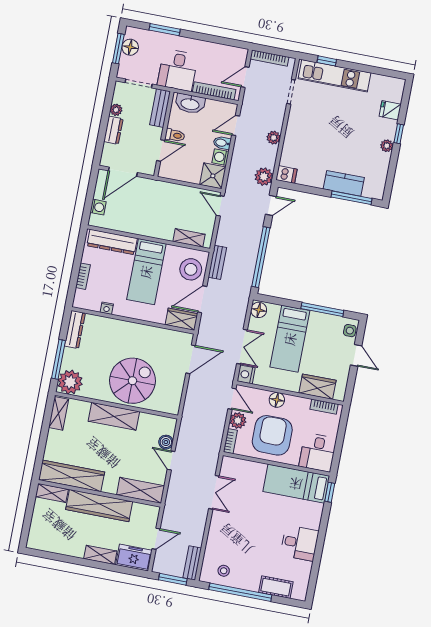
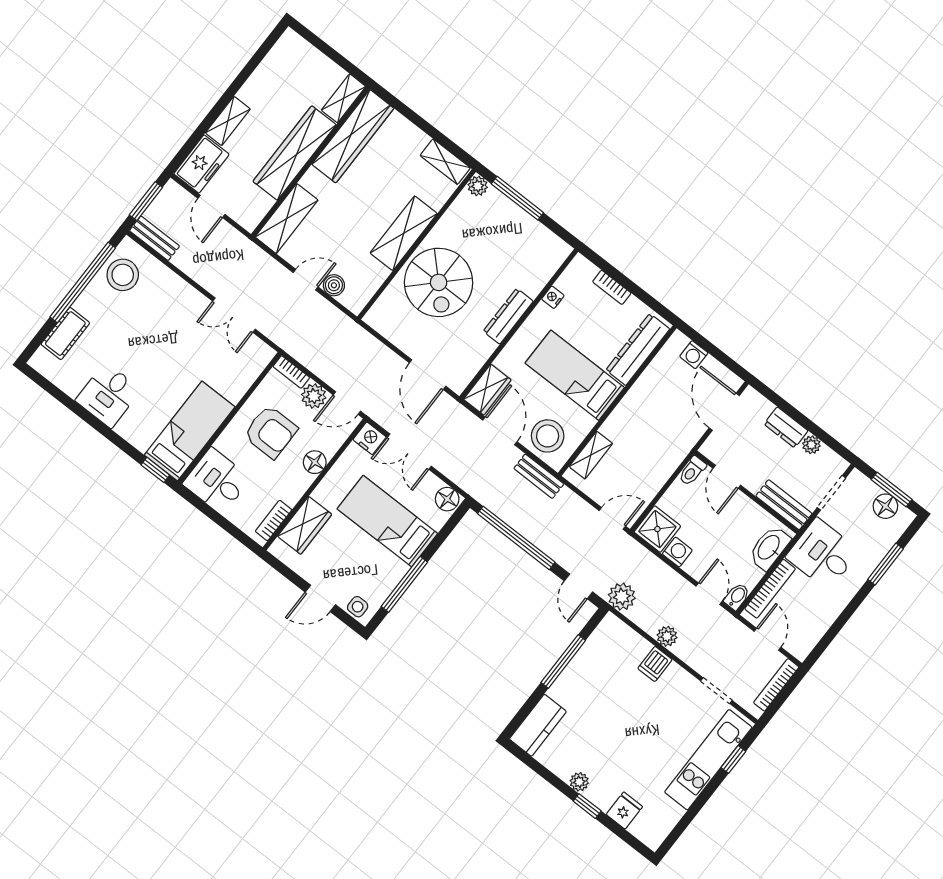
toilet: (175, 135) -> (692, 471), moved
bidet: (222, 143) -> (737, 597), moved
dishwasher: (286, 174) -> (655, 664), moved
kitchen counter: (344, 183) -> (538, 725), moved
window: (351, 198) -> (563, 661), moved
dresser: (75, 329) -> (508, 316), moved, turned 90
plant: (70, 382) -> (478, 186), width x0.53, depth x0.53
armchair: (272, 435) -> (270, 432), width x0.73, depth x0.73
stool: (224, 571) -> (123, 275), width x1.89, depth x1.89

